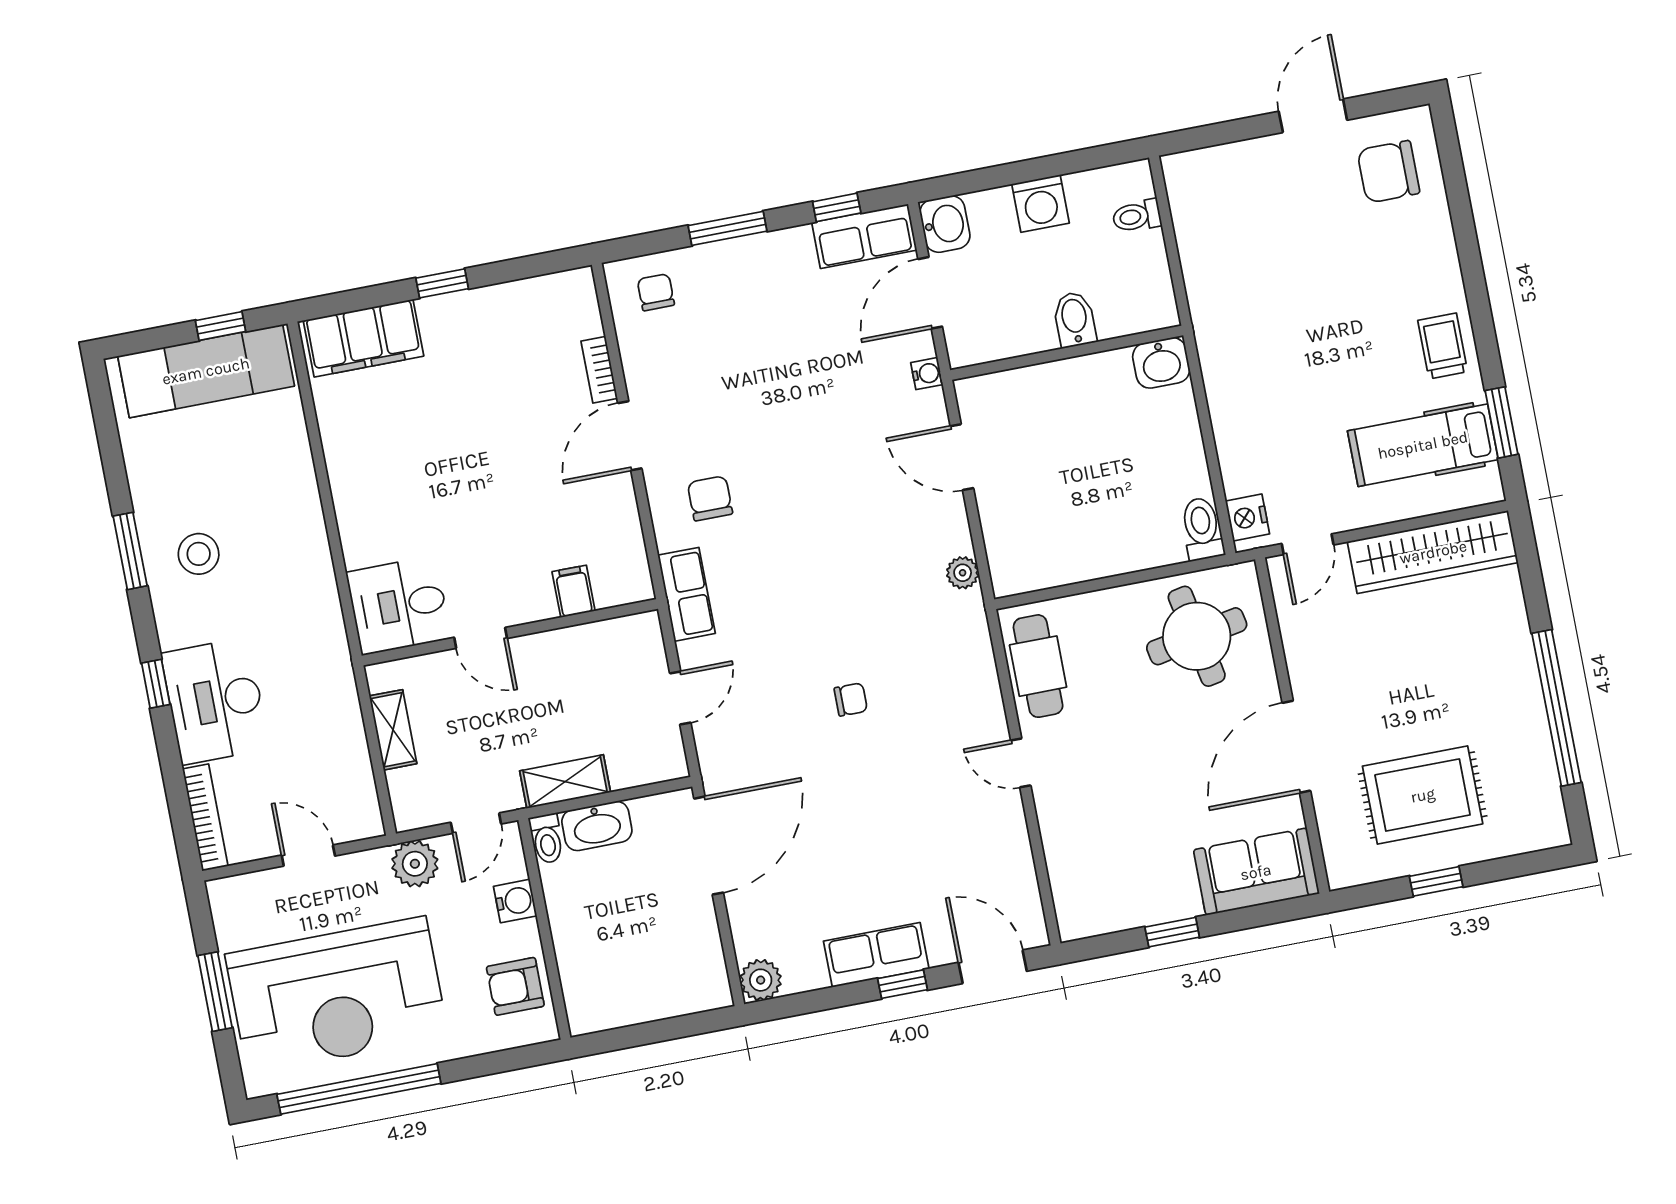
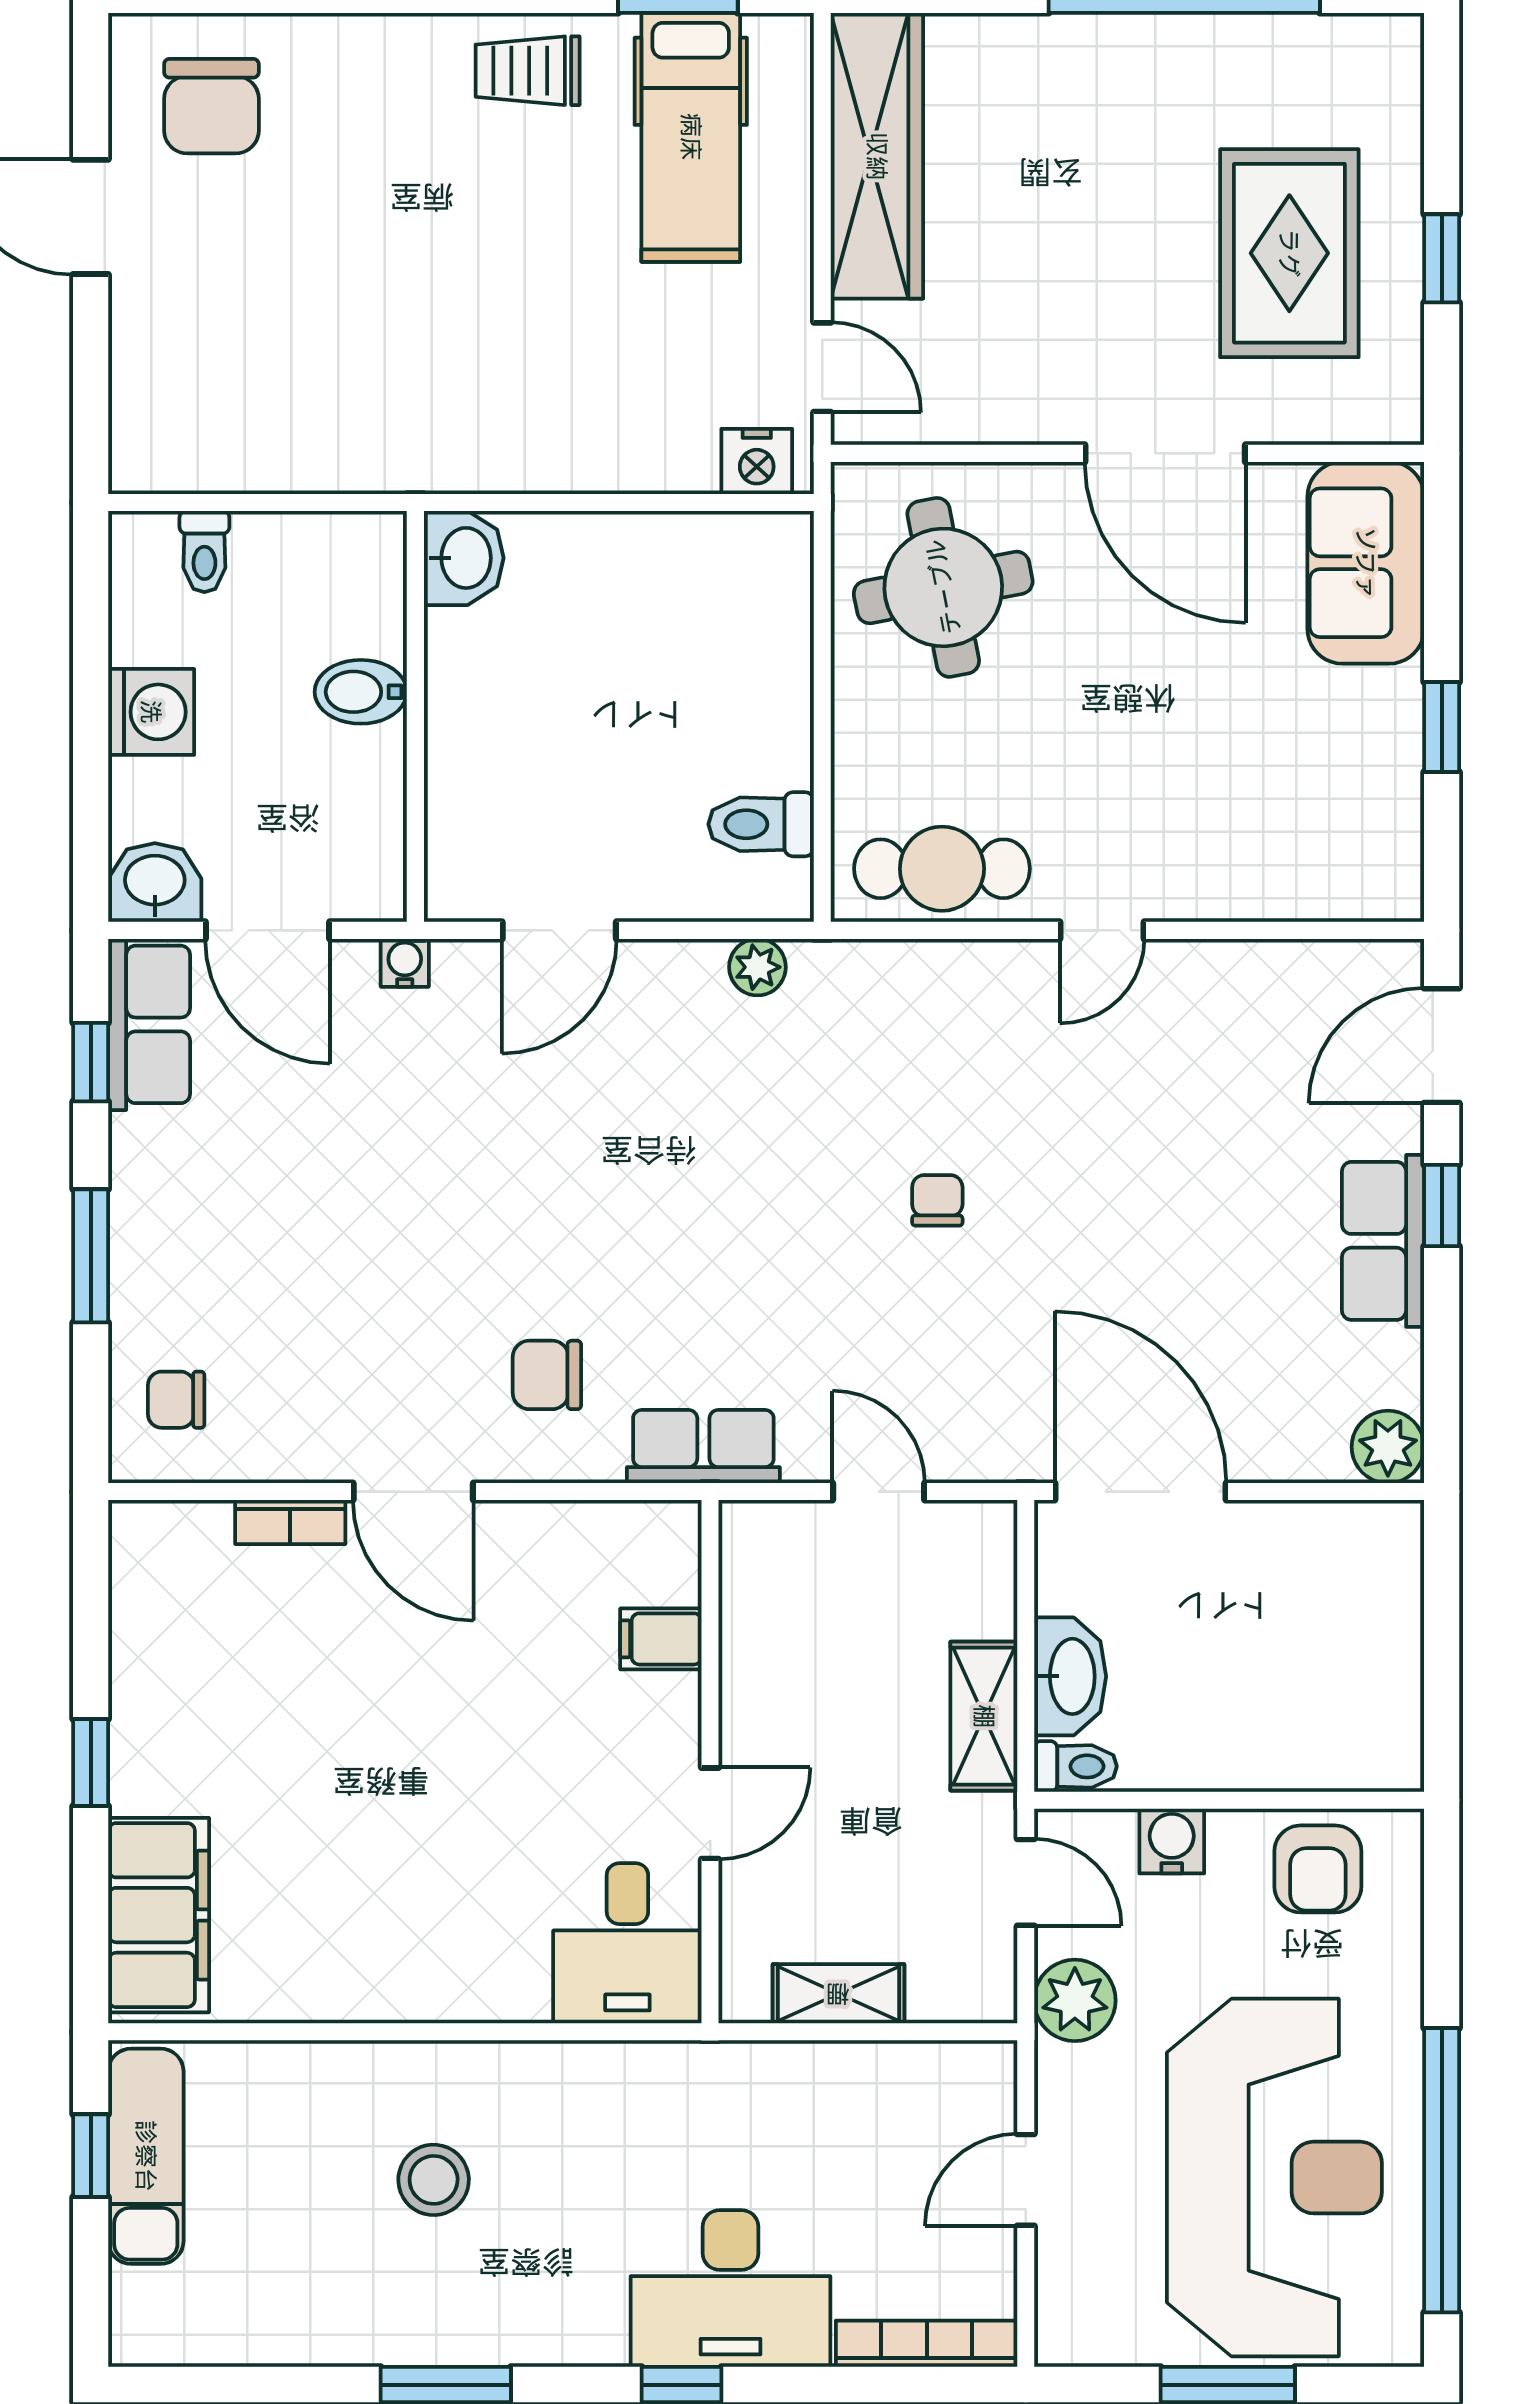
exam couch: (206, 371) -> (146, 2156), width x0.73, depth x0.69
toilet: (1202, 529) -> (761, 824), moved
stool: (199, 554) -> (434, 2180), moved

